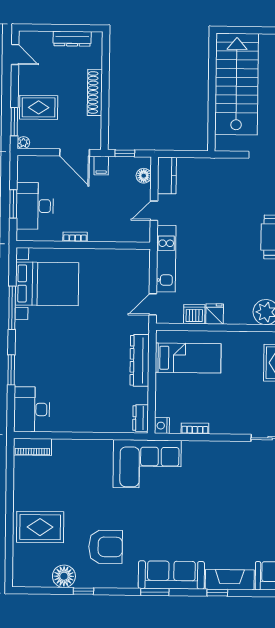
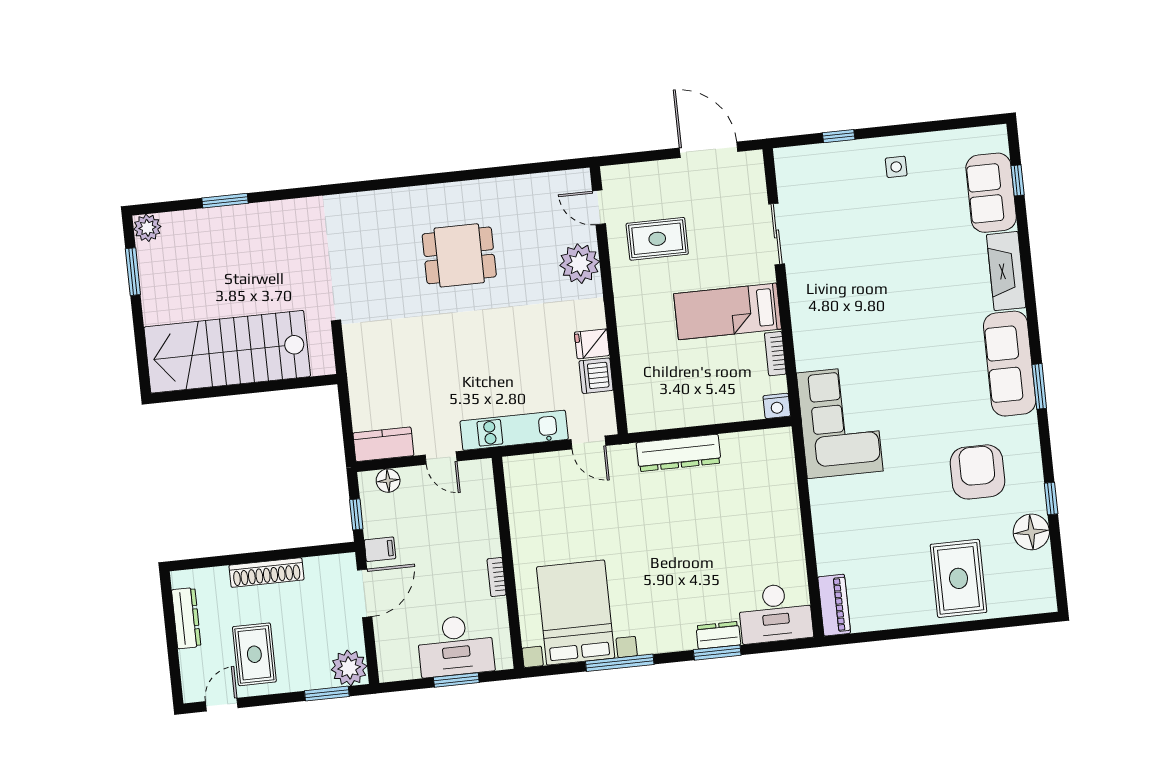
rug: (39, 107) -> (254, 654), moved
plant: (23, 143) -> (349, 668), width x1.88, depth x1.88
bed: (188, 358) -> (728, 311), moved, turned -90
dresser: (141, 418) -> (718, 635), moved, turned 180
window: (217, 593) -> (1029, 288), removed

